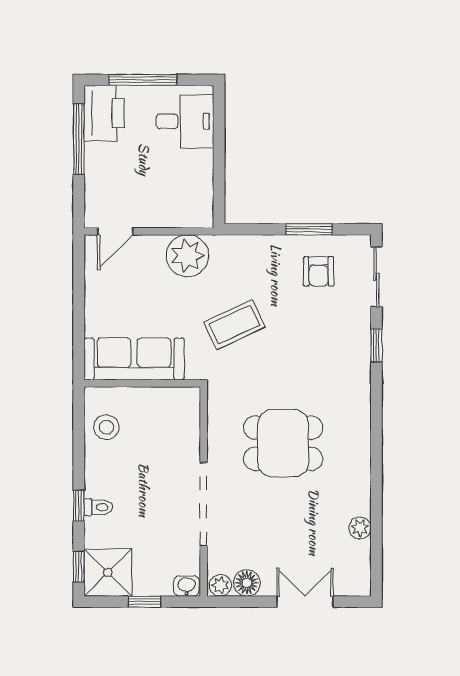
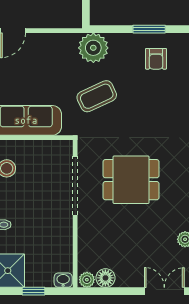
plant: (187, 256) -> (93, 48), moved
doorway: (204, 504) -> (75, 186), moved
double door: (305, 602) -> (164, 291), moved

